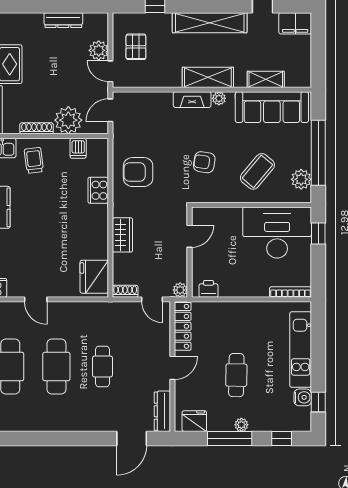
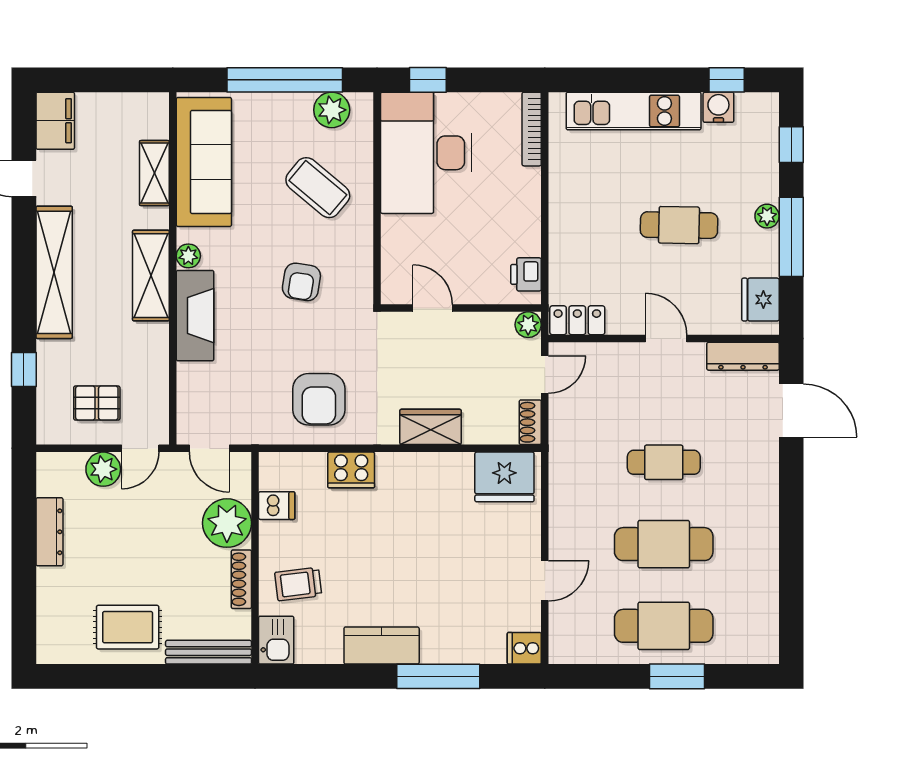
fireplace: (192, 100) -> (195, 316), width x1.37, depth x1.32
locker: (183, 326) -> (577, 320), width x0.66

